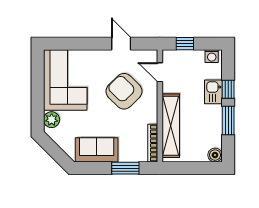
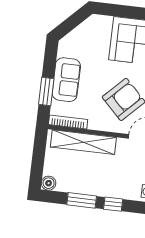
kitchen sink: (213, 92) -> (112, 189), removed
plant: (52, 120) -> (104, 23), removed
sofa: (97, 150) -> (66, 80), moved

